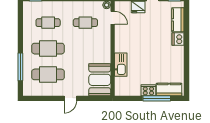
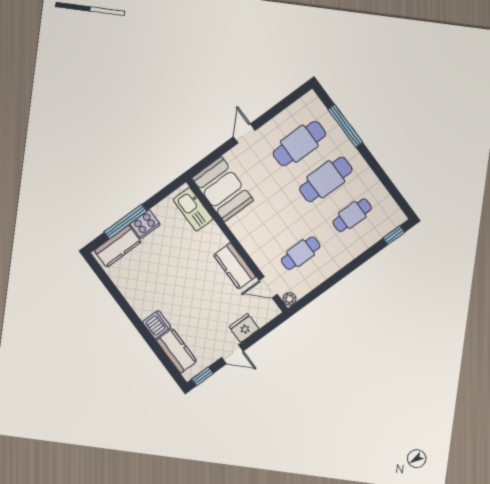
kitchen counter: (121, 40) -> (235, 266), added
kitchen sink: (121, 65) -> (193, 209), moved

